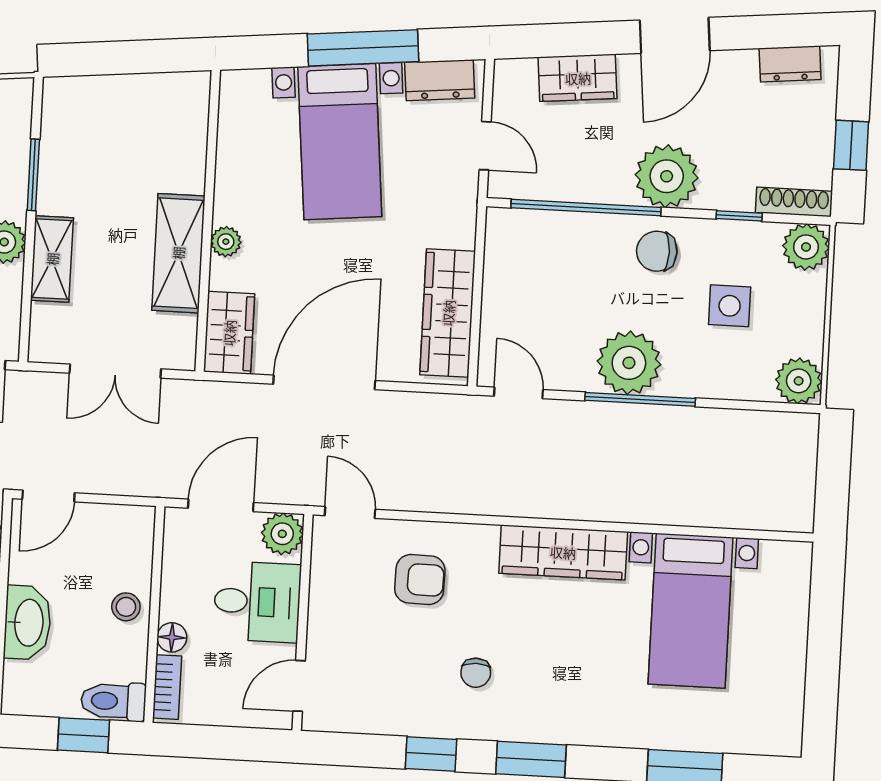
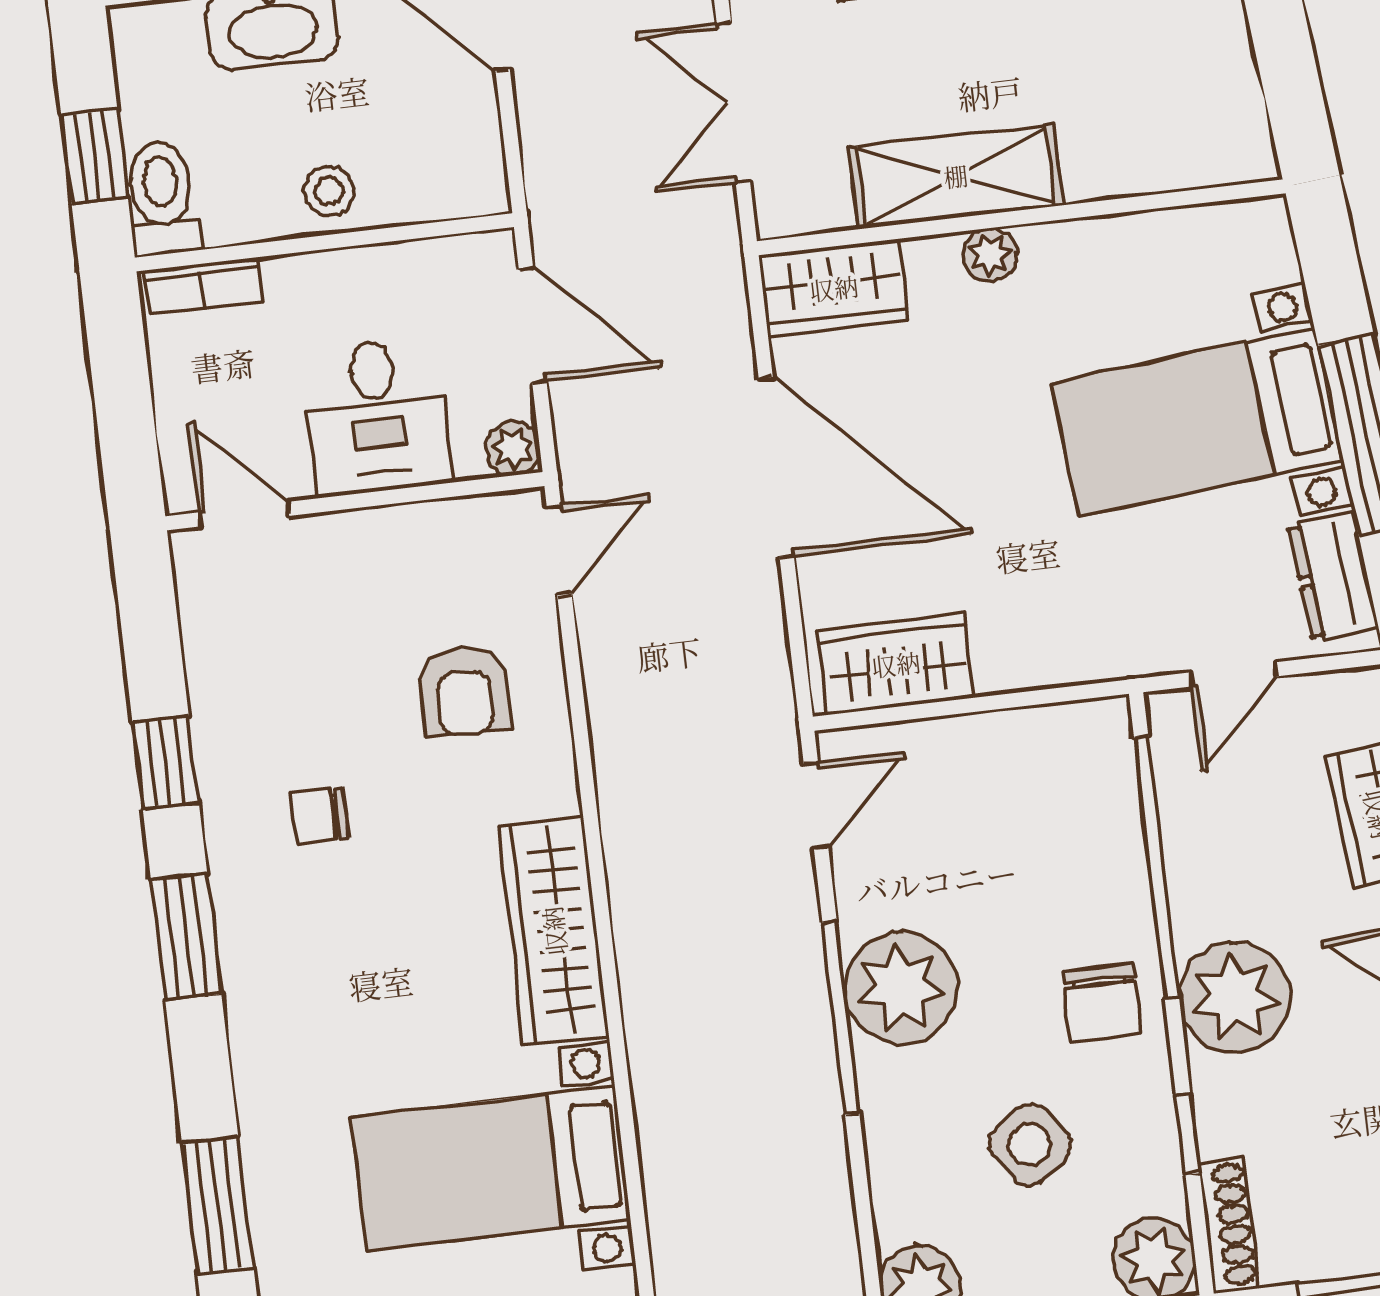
chair: (657, 251) -> (1102, 1003), turned 180
side table: (730, 306) -> (1030, 1145), turned -35
wardrobe: (448, 313) -> (896, 664), width x0.67
plant: (282, 534) -> (513, 448), width x0.73, depth x0.73
floor lamp: (172, 637) -> (290, 280), removed

